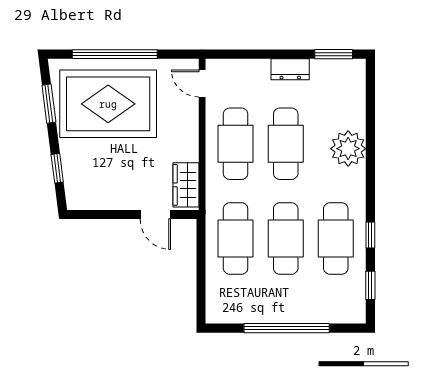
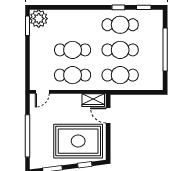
dresser: (290, 69) -> (35, 48), removed
rug: (108, 104) -> (78, 141), moved, turned 90
plant: (348, 149) -> (39, 19), moved
door: (155, 214) -> (108, 115), swing flipped

